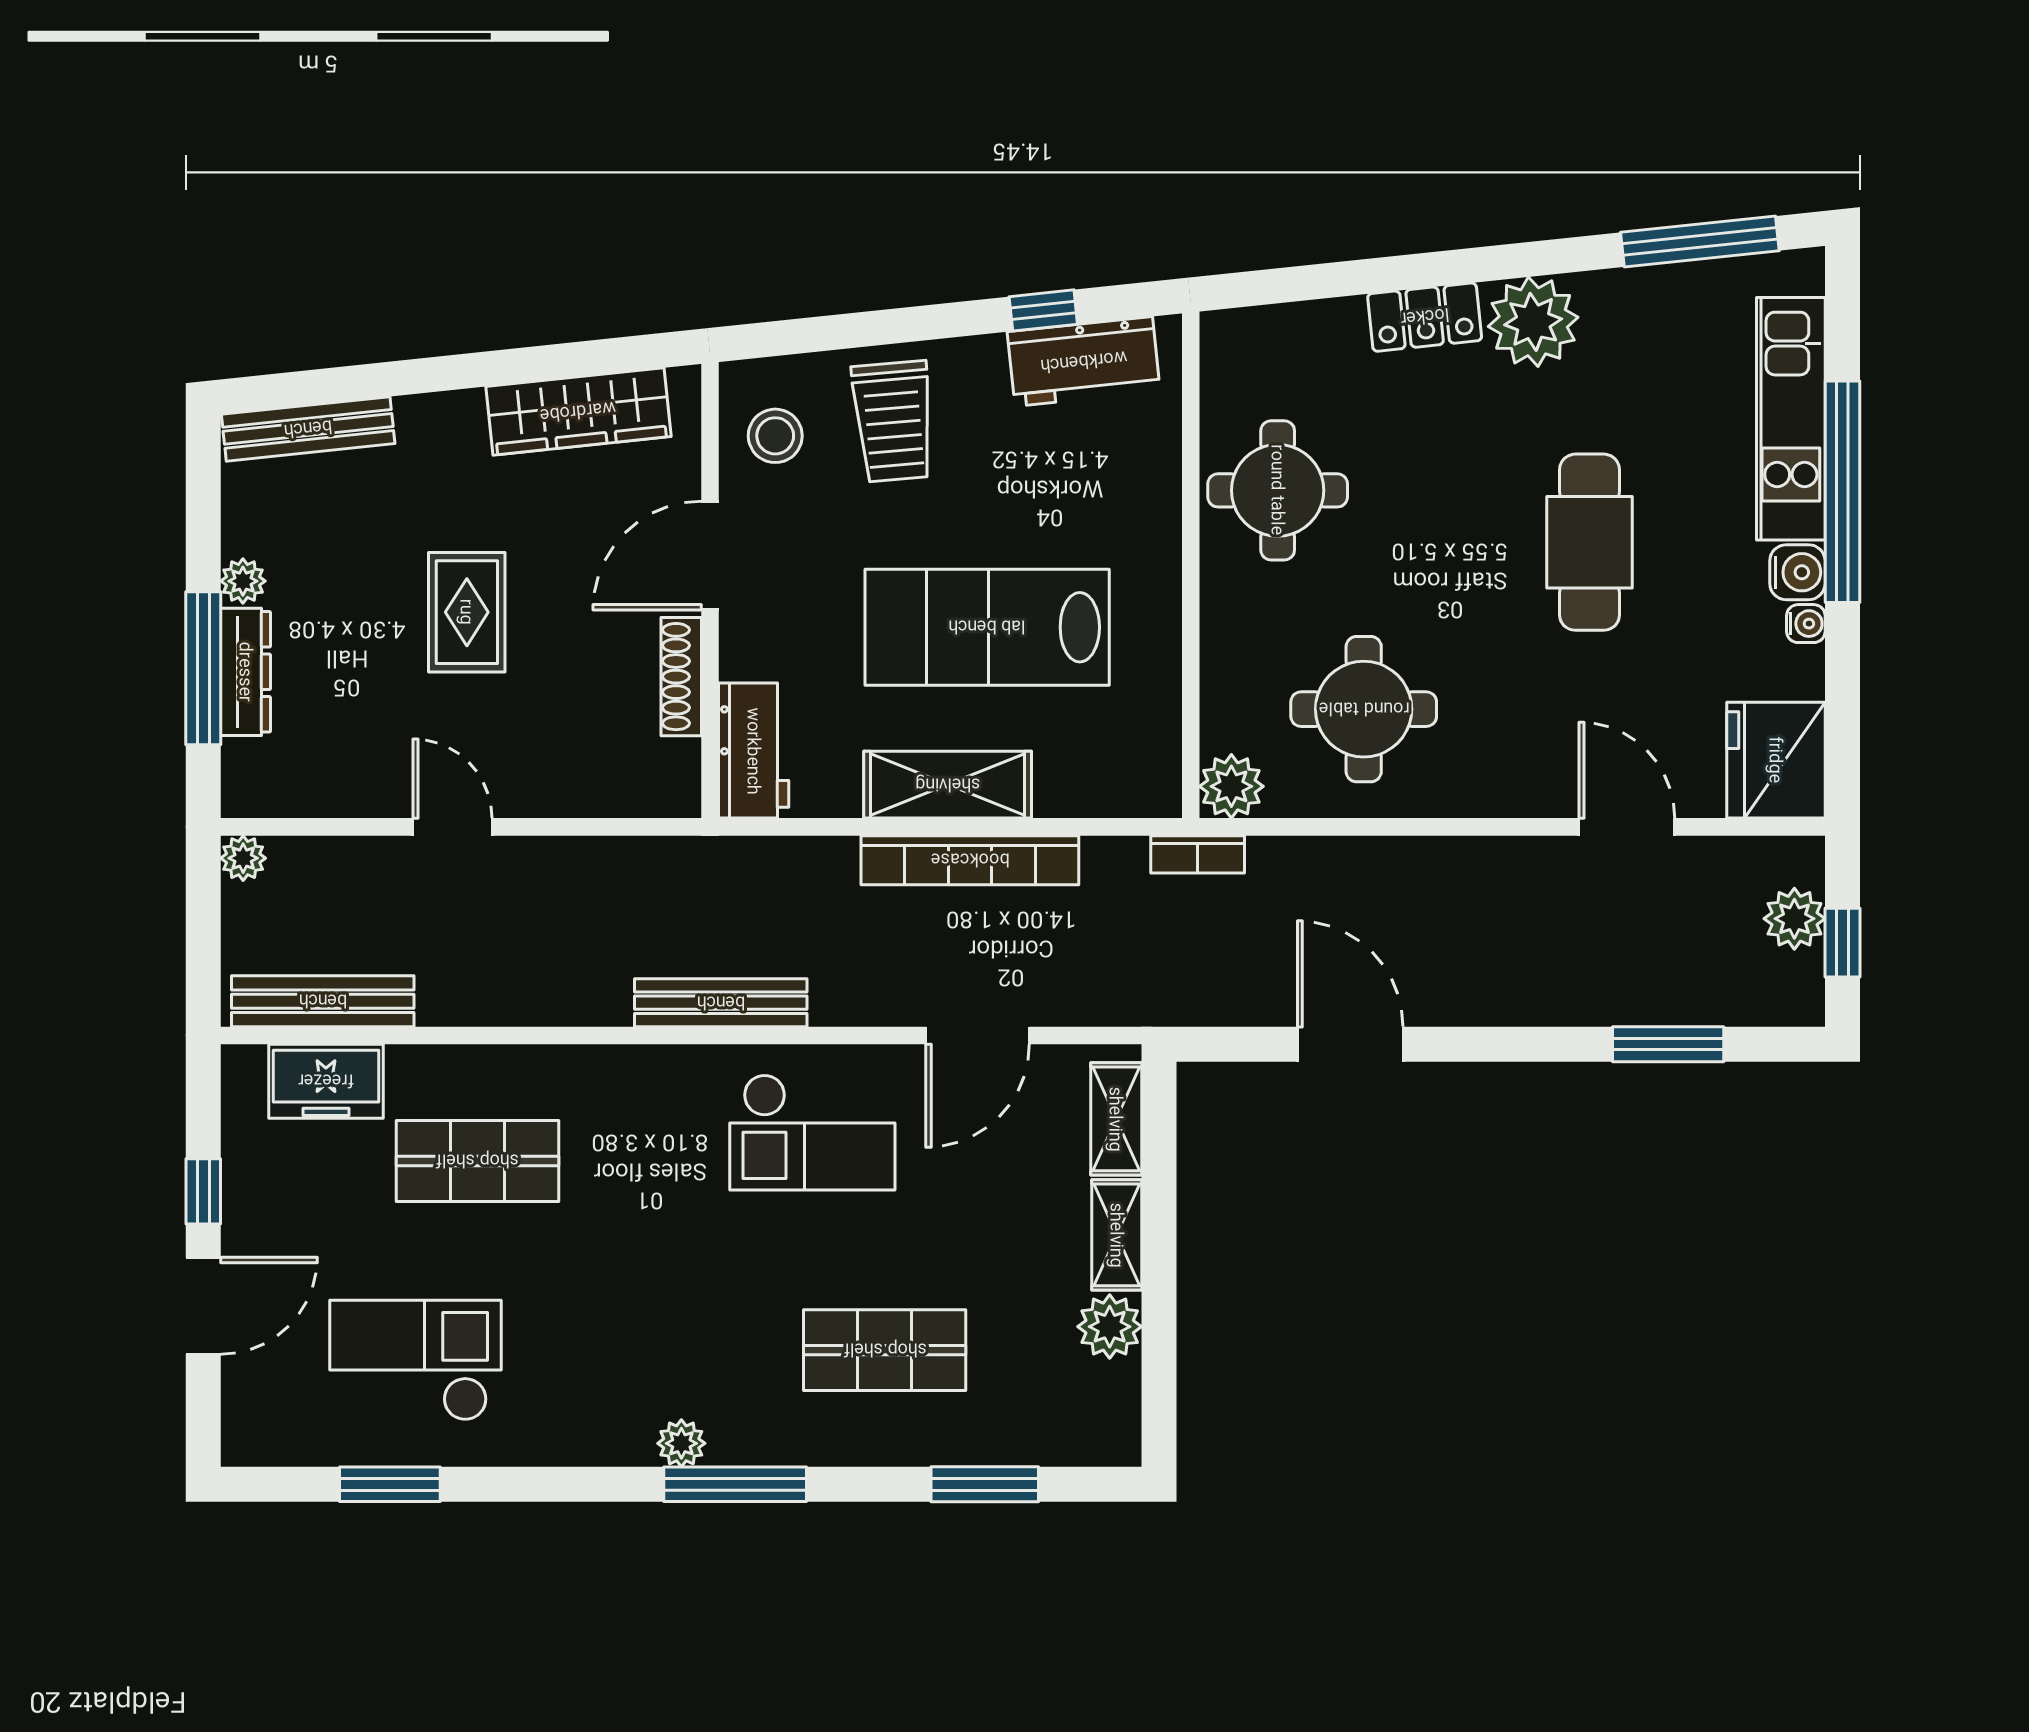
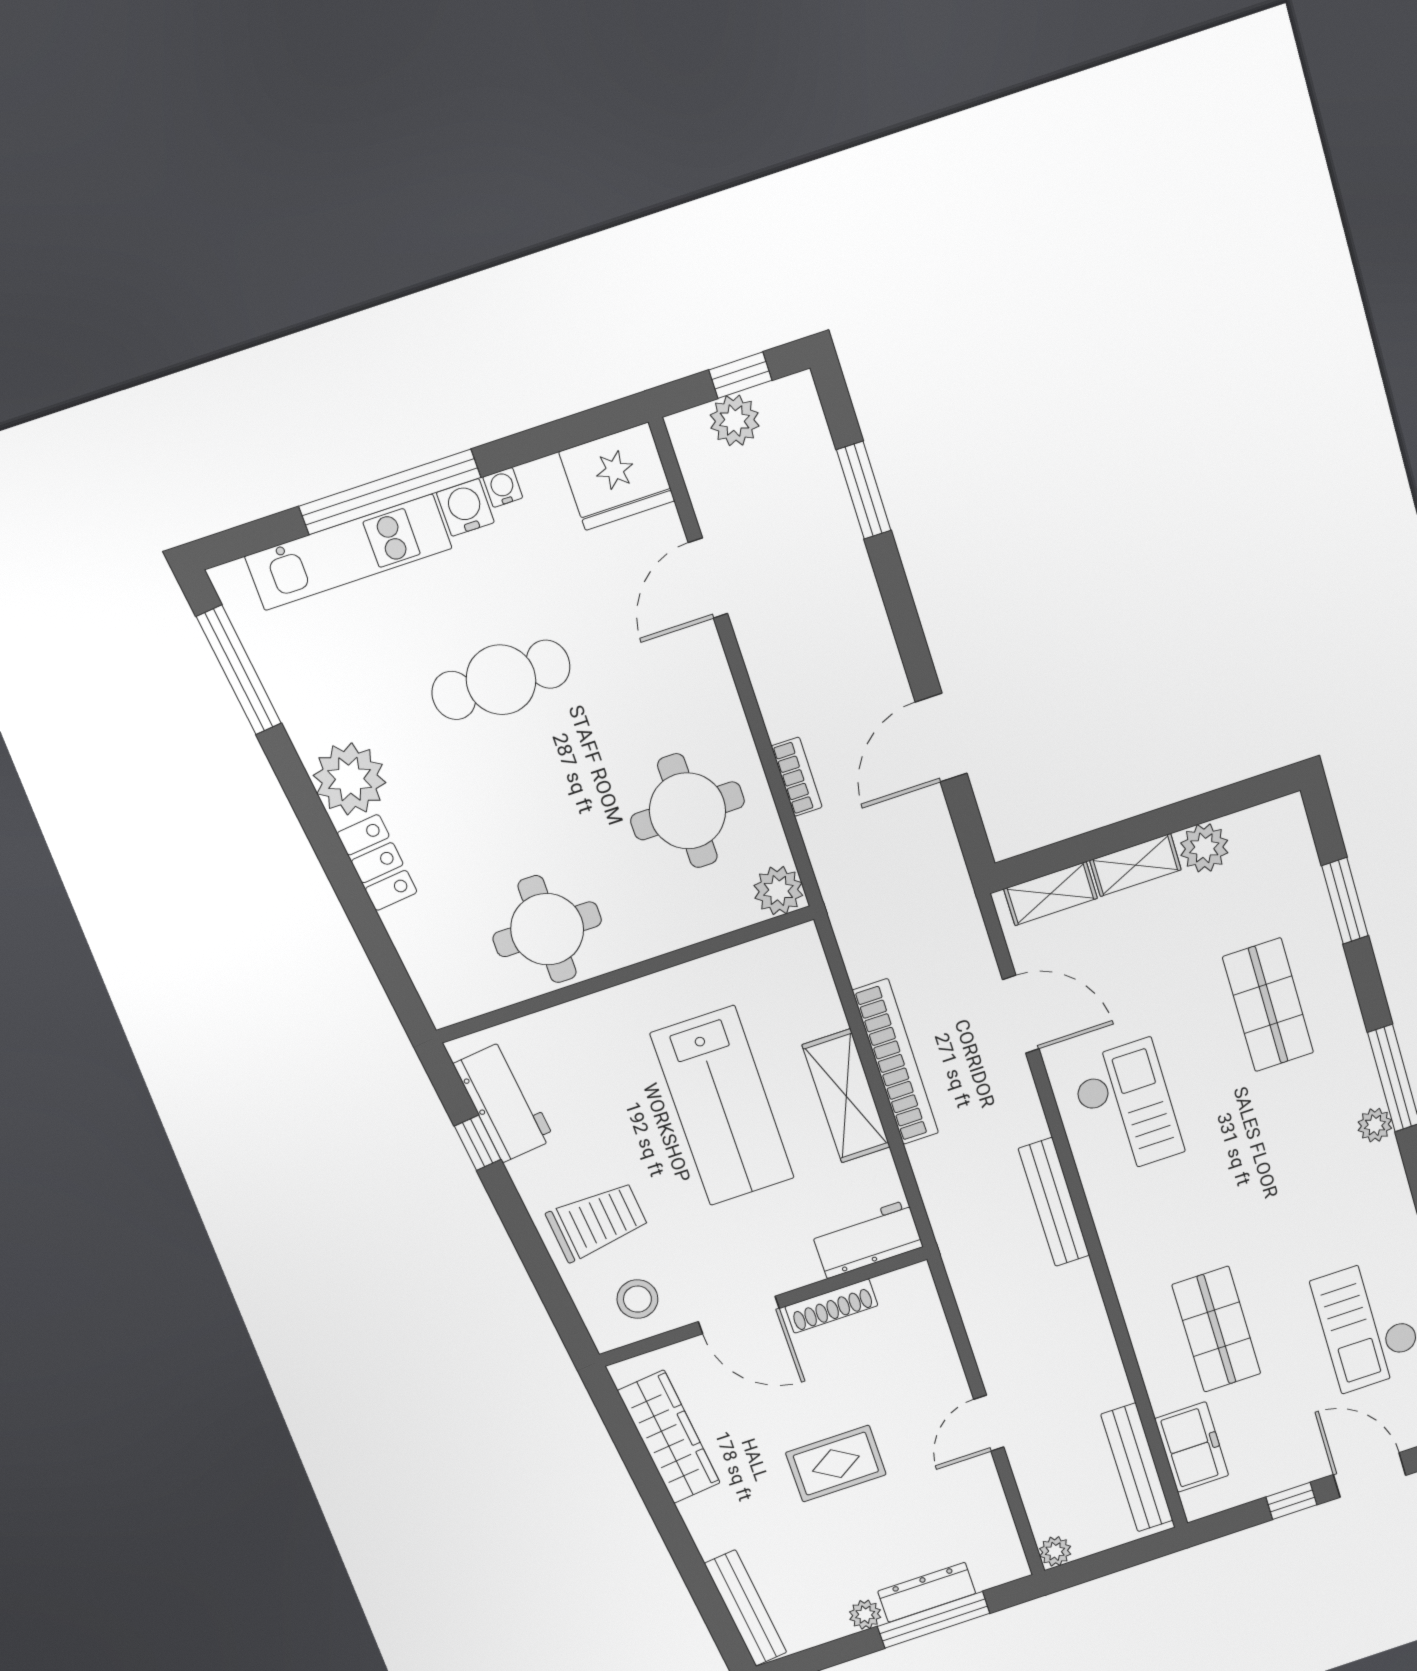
bookcase: (1198, 854) -> (797, 777), moved

